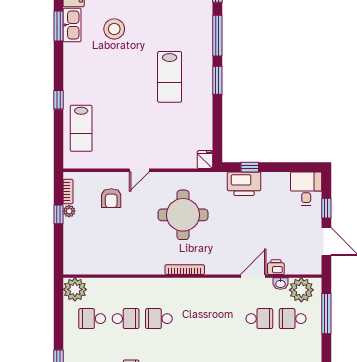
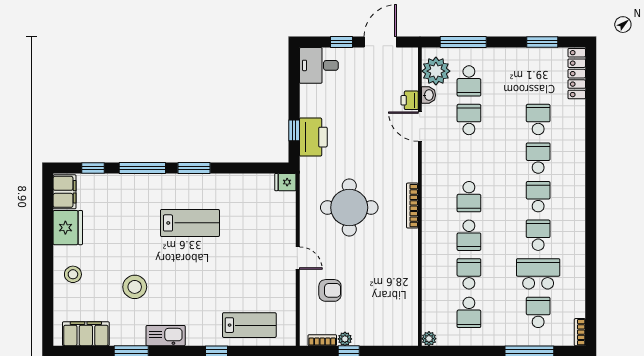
kitchen sink: (72, 25) -> (166, 336), moved
plant: (75, 289) -> (429, 339), width x0.53, depth x0.53
school desk: (192, 319) -> (469, 197), added

